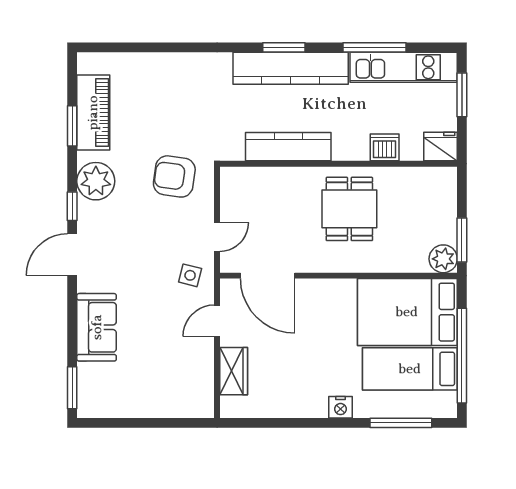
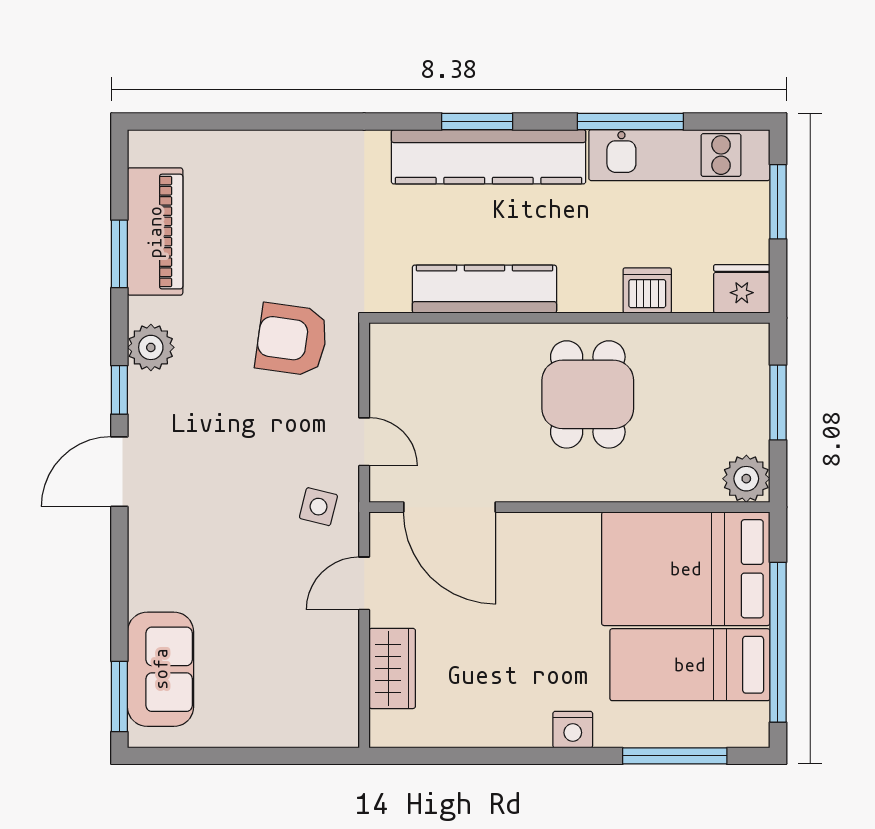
plant: (96, 181) -> (151, 347), width x0.73, depth x0.73
door: (217, 237) -> (364, 442), hinge flipped
window: (462, 240) -> (778, 403), moved
sofa: (97, 327) -> (161, 669), moved

